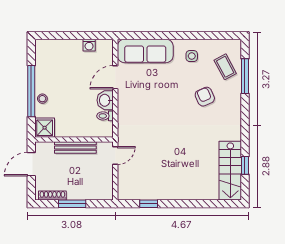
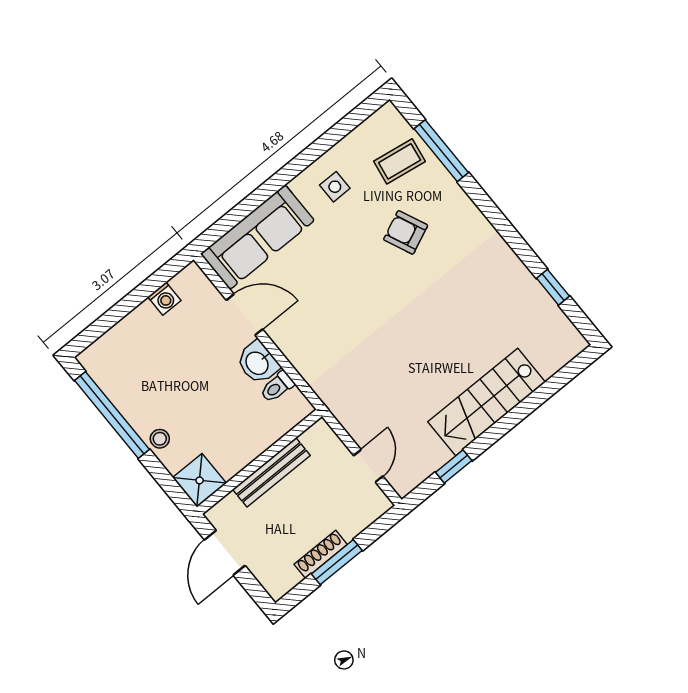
coffee table: (225, 67) -> (400, 161), turned -53
door: (115, 77) -> (244, 315), swing flipped
window: (31, 91) -> (112, 415), moved
door: (115, 156) -> (368, 466), moved
stairs: (230, 171) -> (487, 402), moved, turned 90
shoe rack: (52, 196) -> (321, 554), moved

